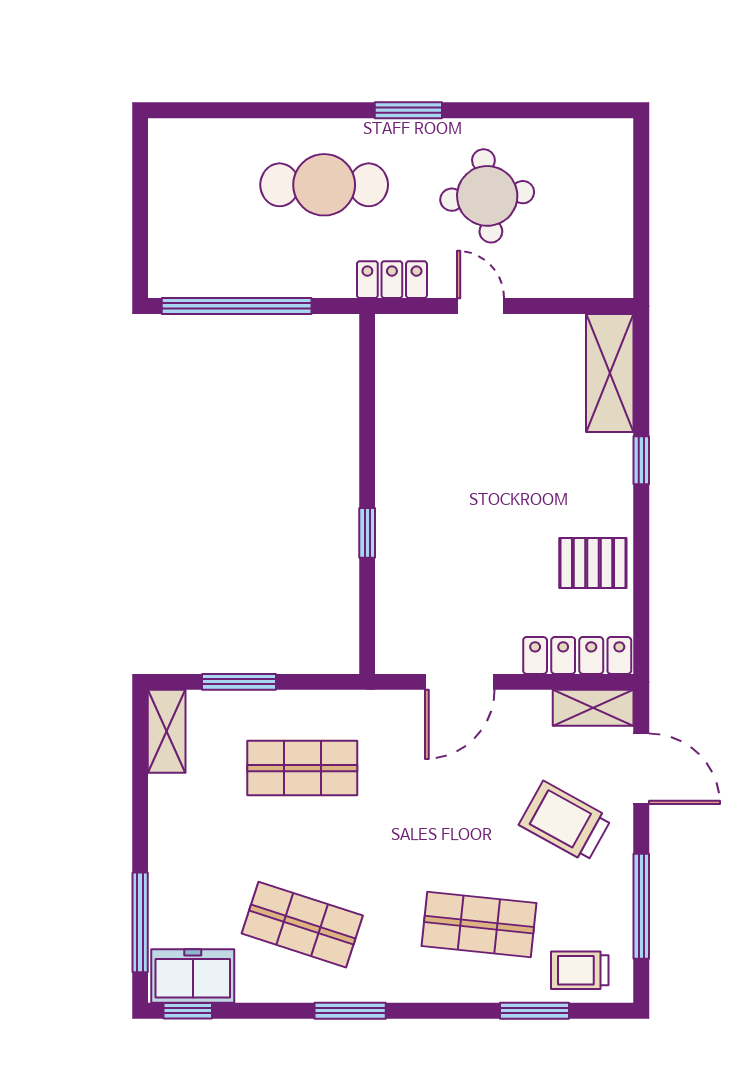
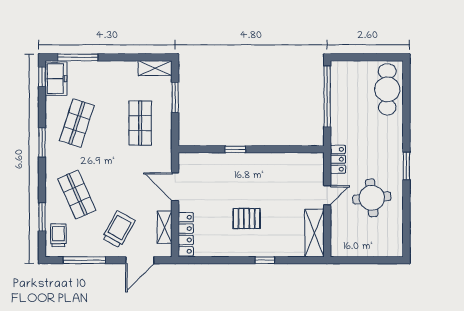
cafe table: (324, 185) -> (387, 89), moved
shelving: (610, 373) -> (314, 233), moved, turned 90
pallet: (593, 563) -> (247, 219), moved, turned 90
shelving: (593, 708) -> (165, 227), moved
shop shelf: (479, 925) -> (77, 195), turned -30

